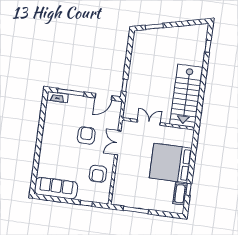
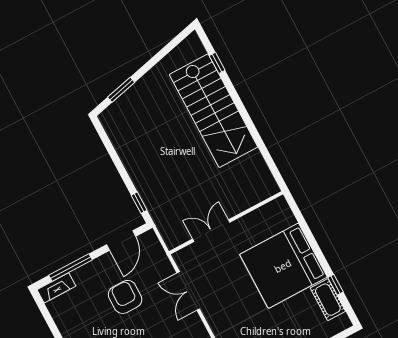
stairs: (186, 96) -> (214, 111), moved
armchair: (86, 136) -> (125, 297), moved

